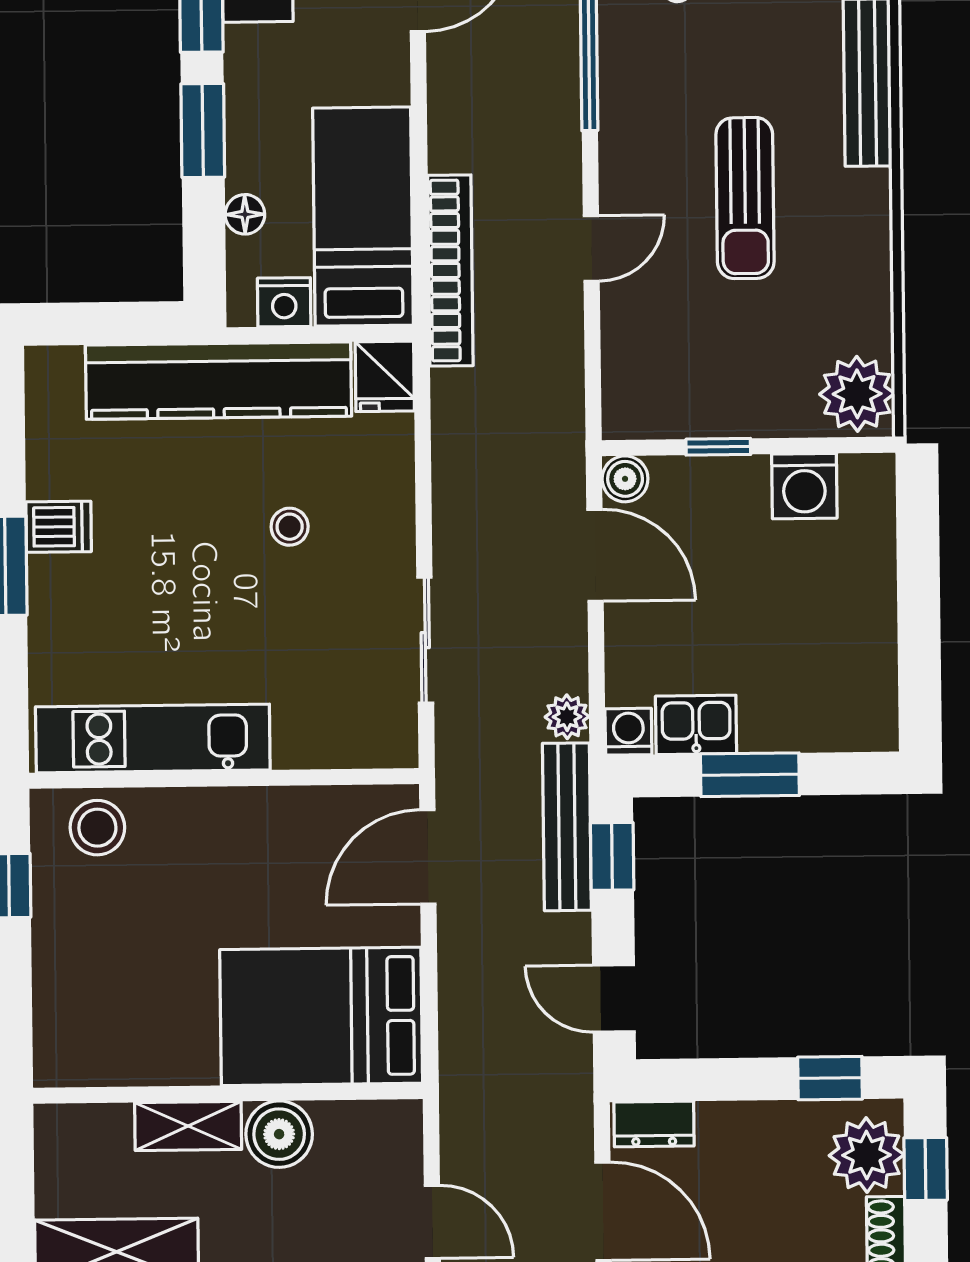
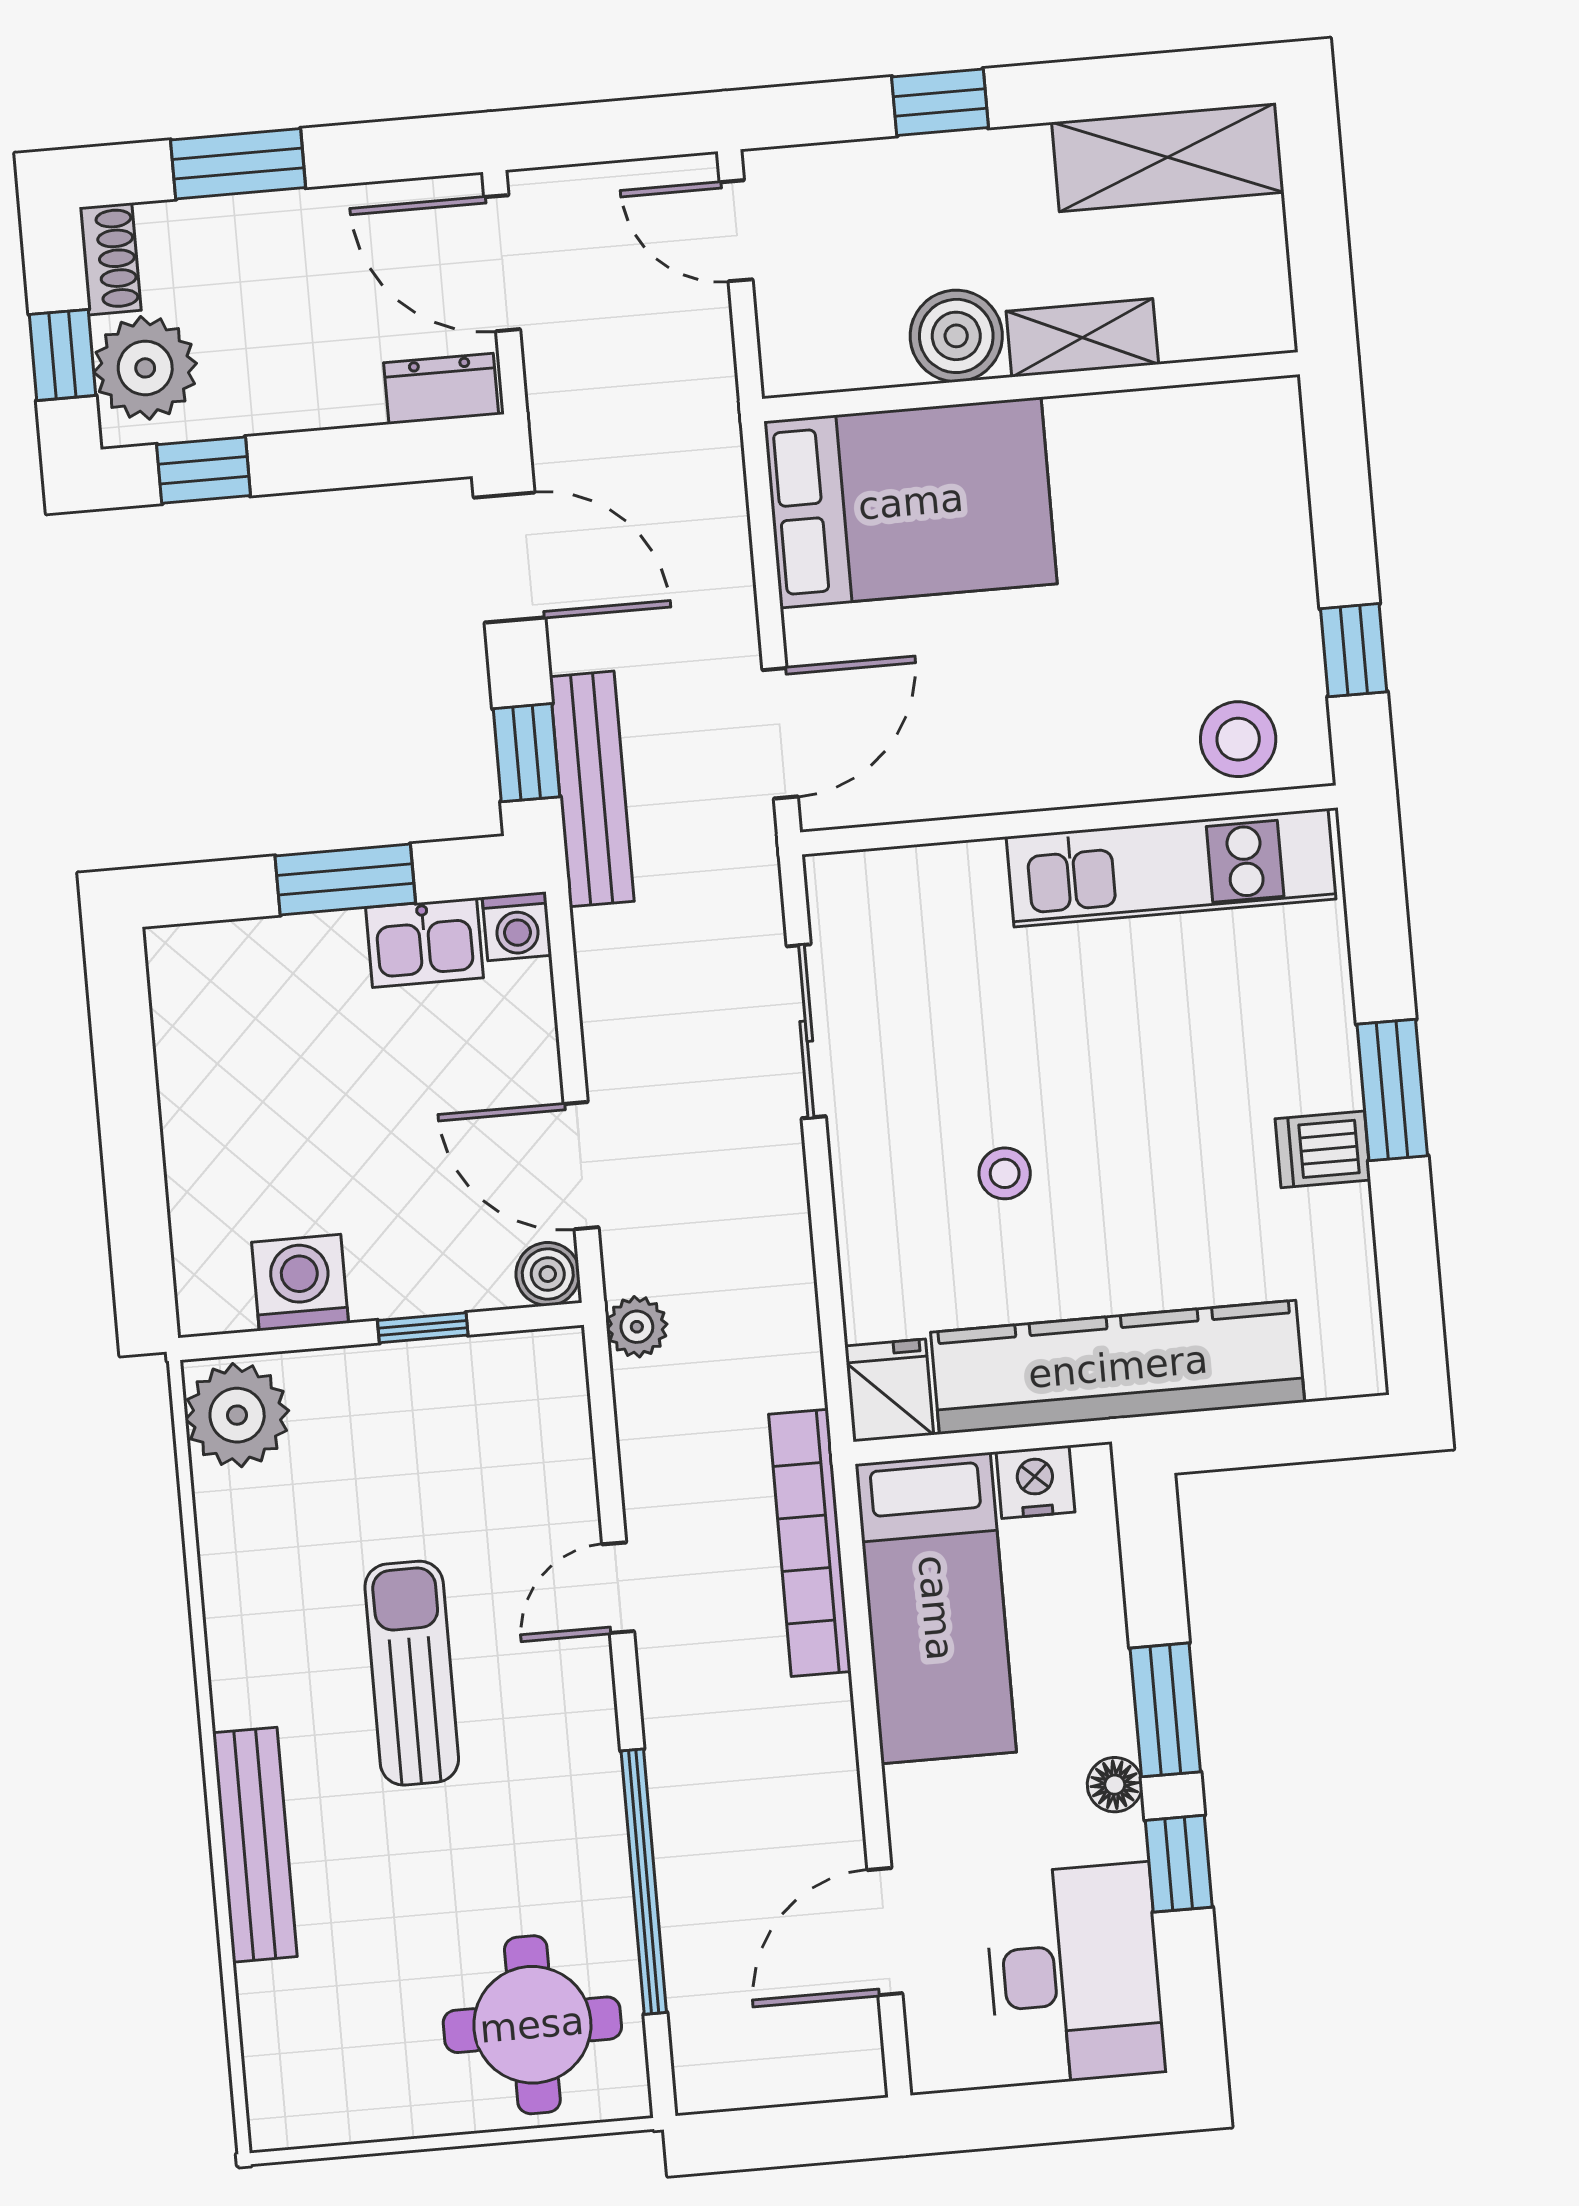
floor lamp: (245, 214) -> (1115, 1785), moved
plant: (567, 717) -> (637, 1327), moved
door: (614, 998) -> (509, 557), width x1.38

